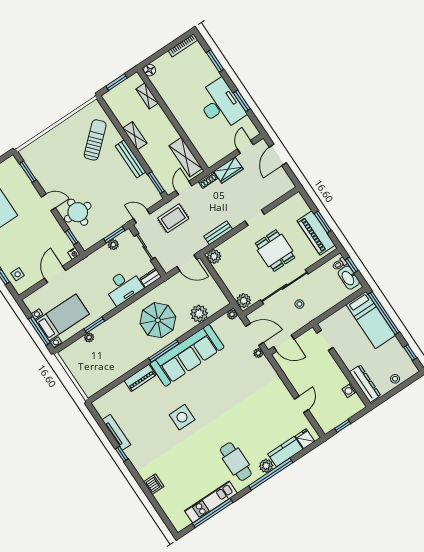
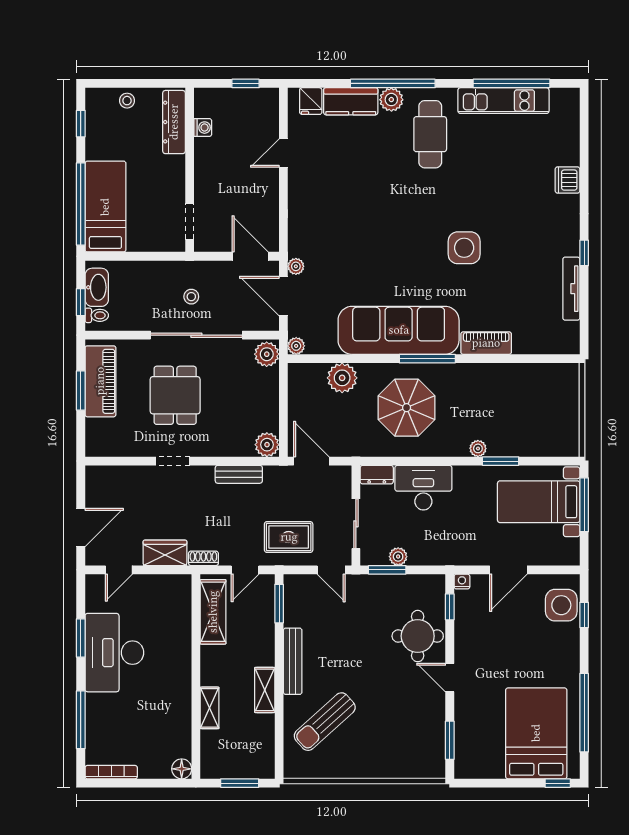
window: (215, 61) -> (81, 720), width x1.44
shelving: (147, 96) -> (210, 708), moved
side table: (18, 274) -> (561, 605), width x1.87, depth x1.87
plant: (89, 337) -> (478, 448), moved

